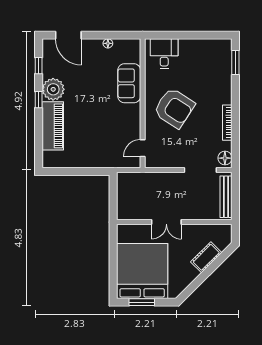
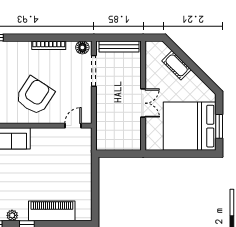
plant: (53, 89) -> (12, 215), width x0.53, depth x0.53
door: (143, 148) -> (73, 126), swing flipped

